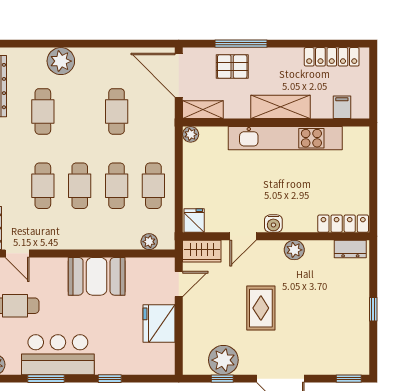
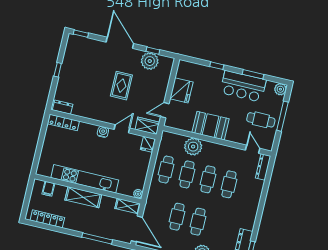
pallet: (232, 67) -> (105, 227), removed
cafe table: (43, 111) -> (198, 222), moved
plant: (149, 242) -> (193, 147), moved, width x1.87, depth x1.87
plant: (294, 250) -> (95, 114), removed

